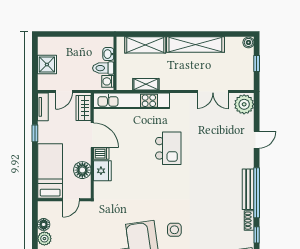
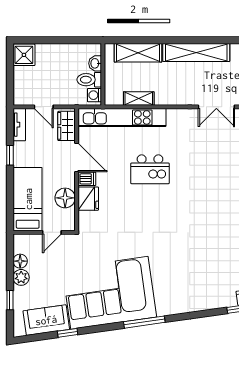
shower: (47, 65) -> (24, 55), moved
door: (64, 92) -> (44, 107), hinge flipped
kitchen island: (168, 148) -> (150, 169), moved, turned 90
side table: (174, 230) -> (172, 267), removed

